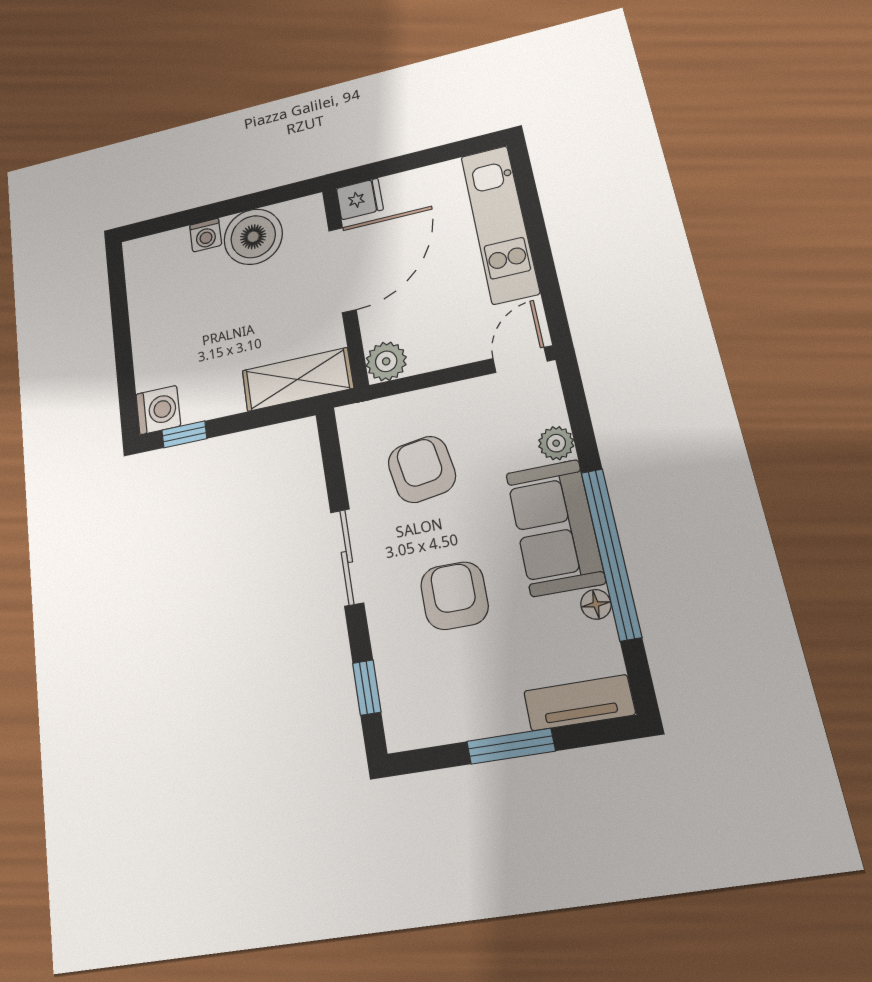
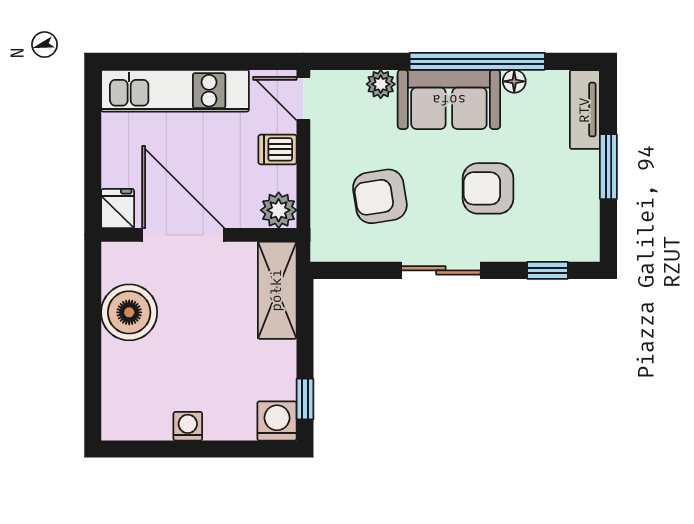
washing machine: (206, 235) -> (188, 426), moved, turned -90
dishwasher: (455, 345) -> (278, 149), added

